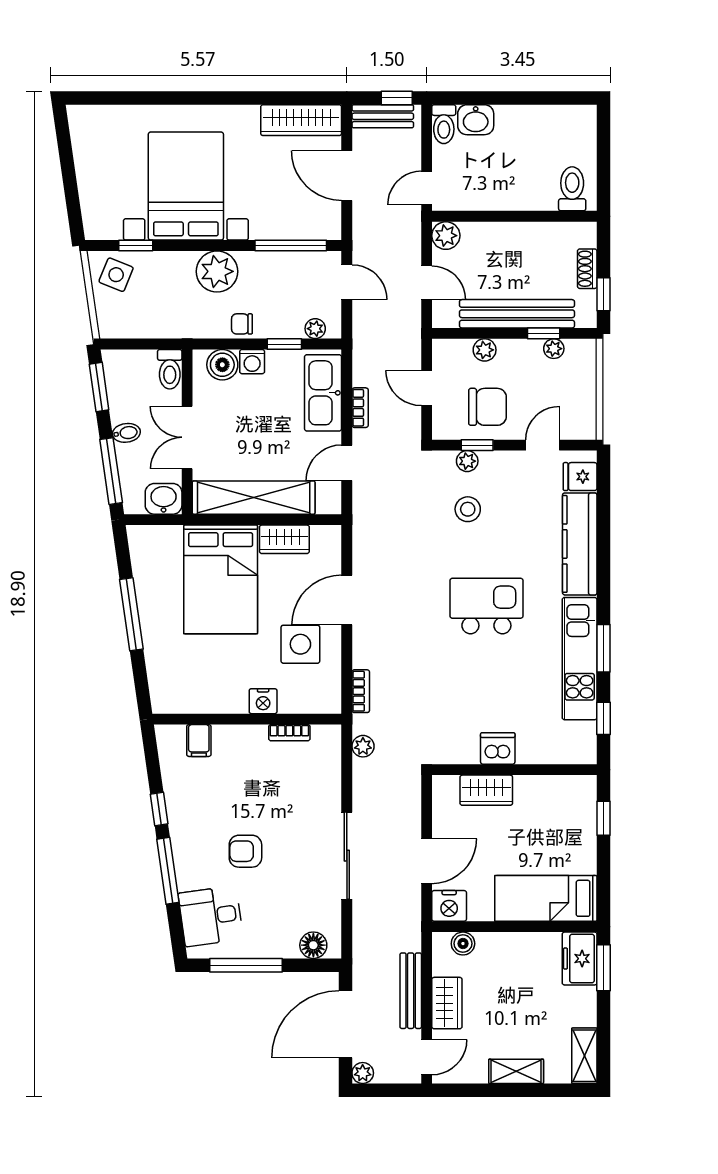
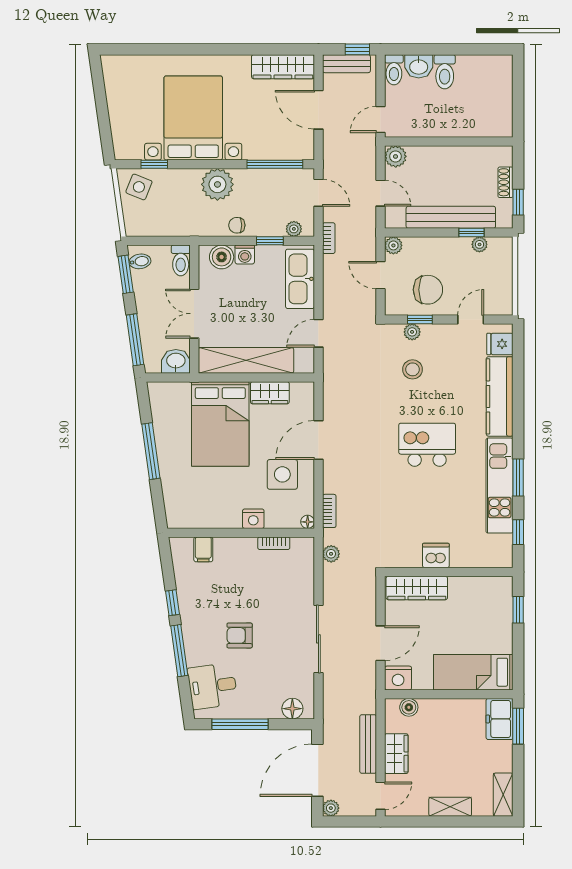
toilet: (572, 189) -> (445, 72), moved, turned 180
plant: (485, 350) -> (393, 245), moved
bookcase: (360, 408) -> (329, 238), moved
bidet: (126, 433) -> (140, 261), moved
floor lamp: (333, 705) -> (308, 522), added
wardrobe: (486, 790) -> (417, 588), width x1.50

